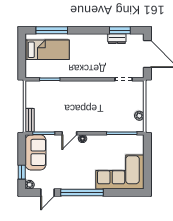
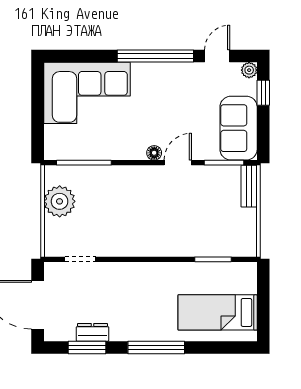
window: (52, 30) -> (156, 348), moved
plant: (139, 116) -> (60, 201), width x1.88, depth x1.88

